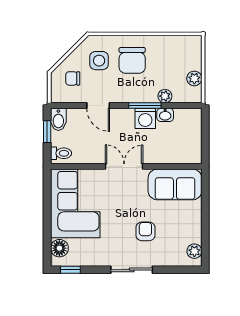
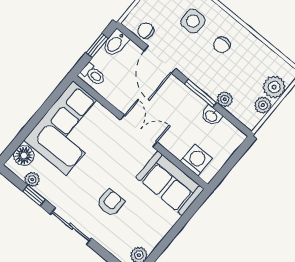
chair: (132, 60) -> (222, 45), width x0.54, depth x0.54
plant: (192, 60) -> (274, 87), added
chair: (73, 78) -> (146, 31), moved
door: (98, 106) -> (160, 60), width x1.38
washing machine: (145, 118) -> (196, 160), moved, turned 180
plant: (79, 260) -> (32, 179), added
window: (70, 270) -> (34, 195), moved

